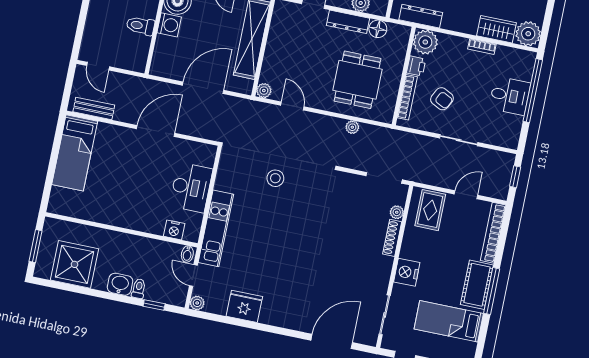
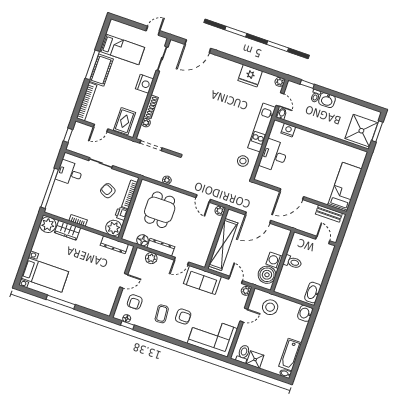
desk: (510, 96) -> (70, 173), moved
stool: (275, 178) -> (243, 161), moved
shower: (75, 264) -> (361, 131), moved

